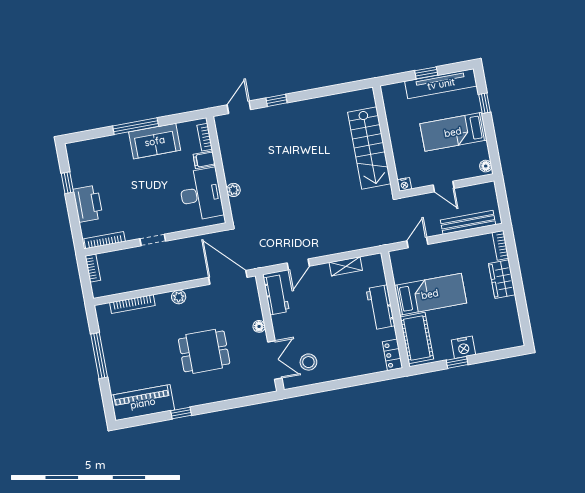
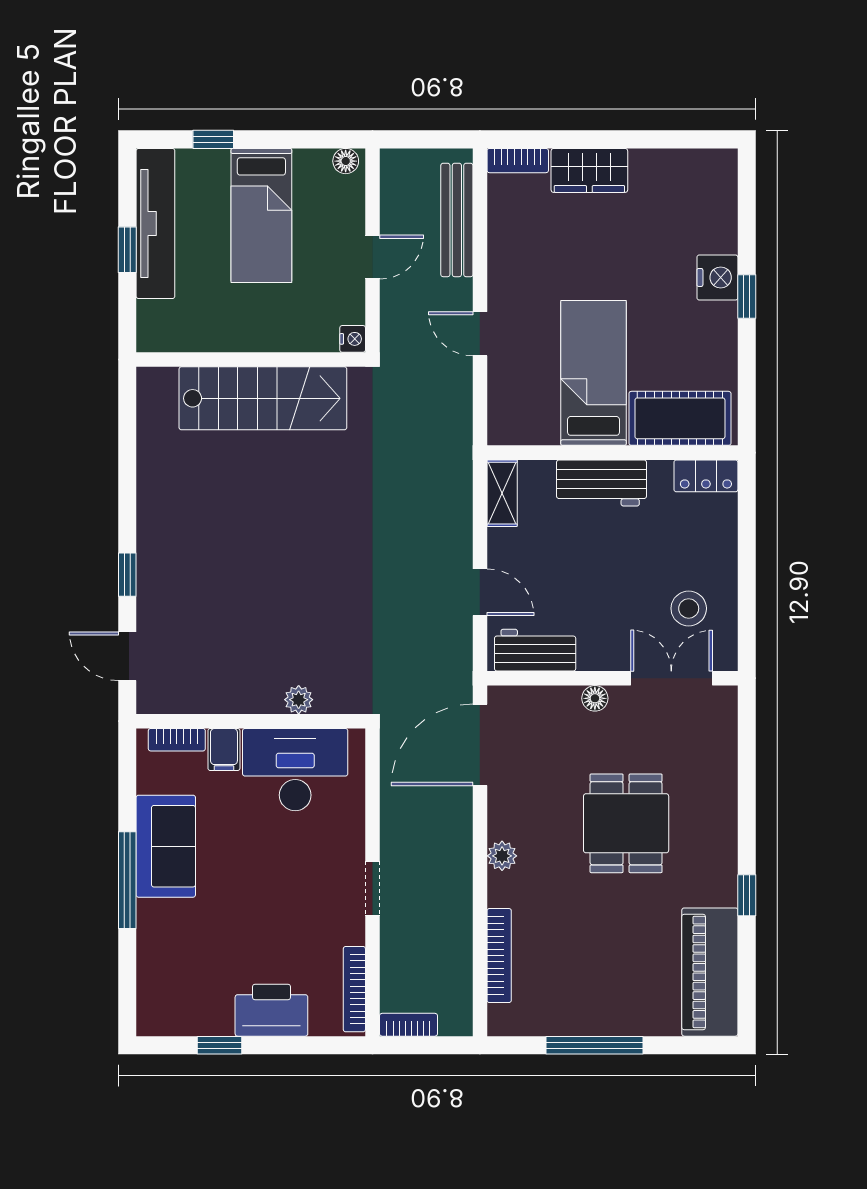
bed: (430, 294) -> (594, 373), moved
workbench: (380, 307) -> (602, 483), moved
wall: (395, 310) -> (612, 453), moved
cot: (417, 338) -> (680, 418), moved
locker: (392, 355) -> (706, 476), moved

